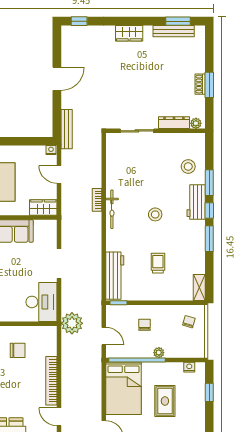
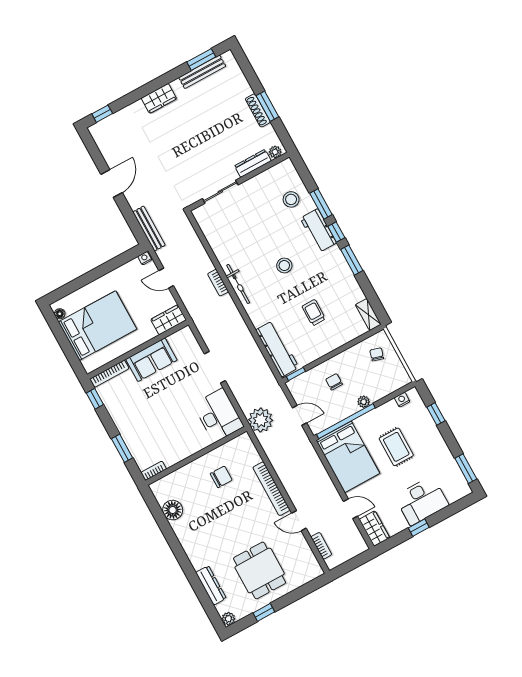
shoe rack: (200, 84) -> (258, 110), width x1.43

